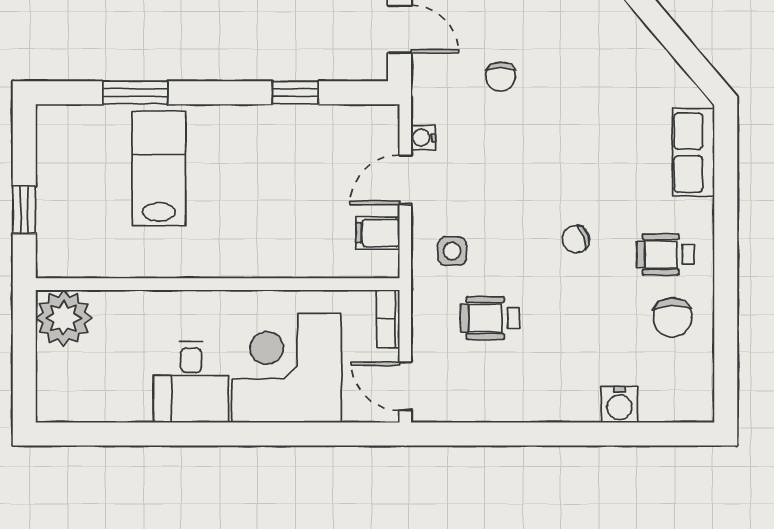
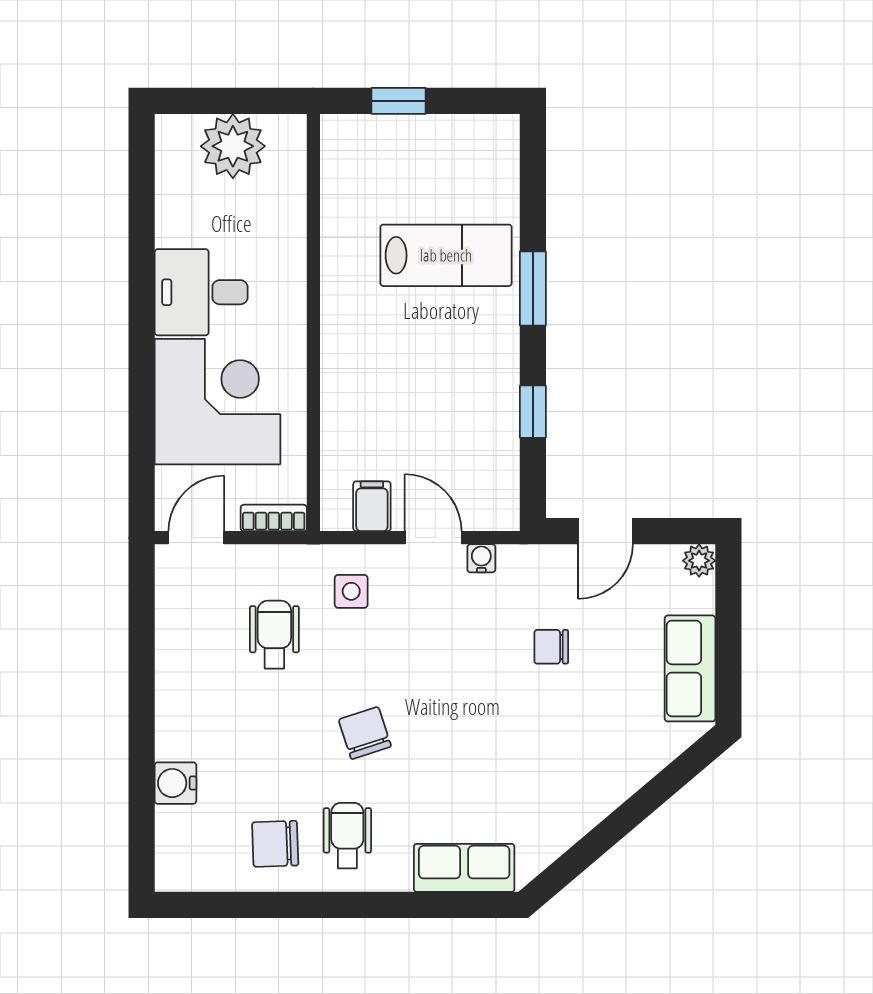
window: (135, 93) -> (533, 288), moved
chair: (576, 239) -> (365, 733), width x1.37, depth x1.37
plant: (64, 318) -> (233, 146), moved

